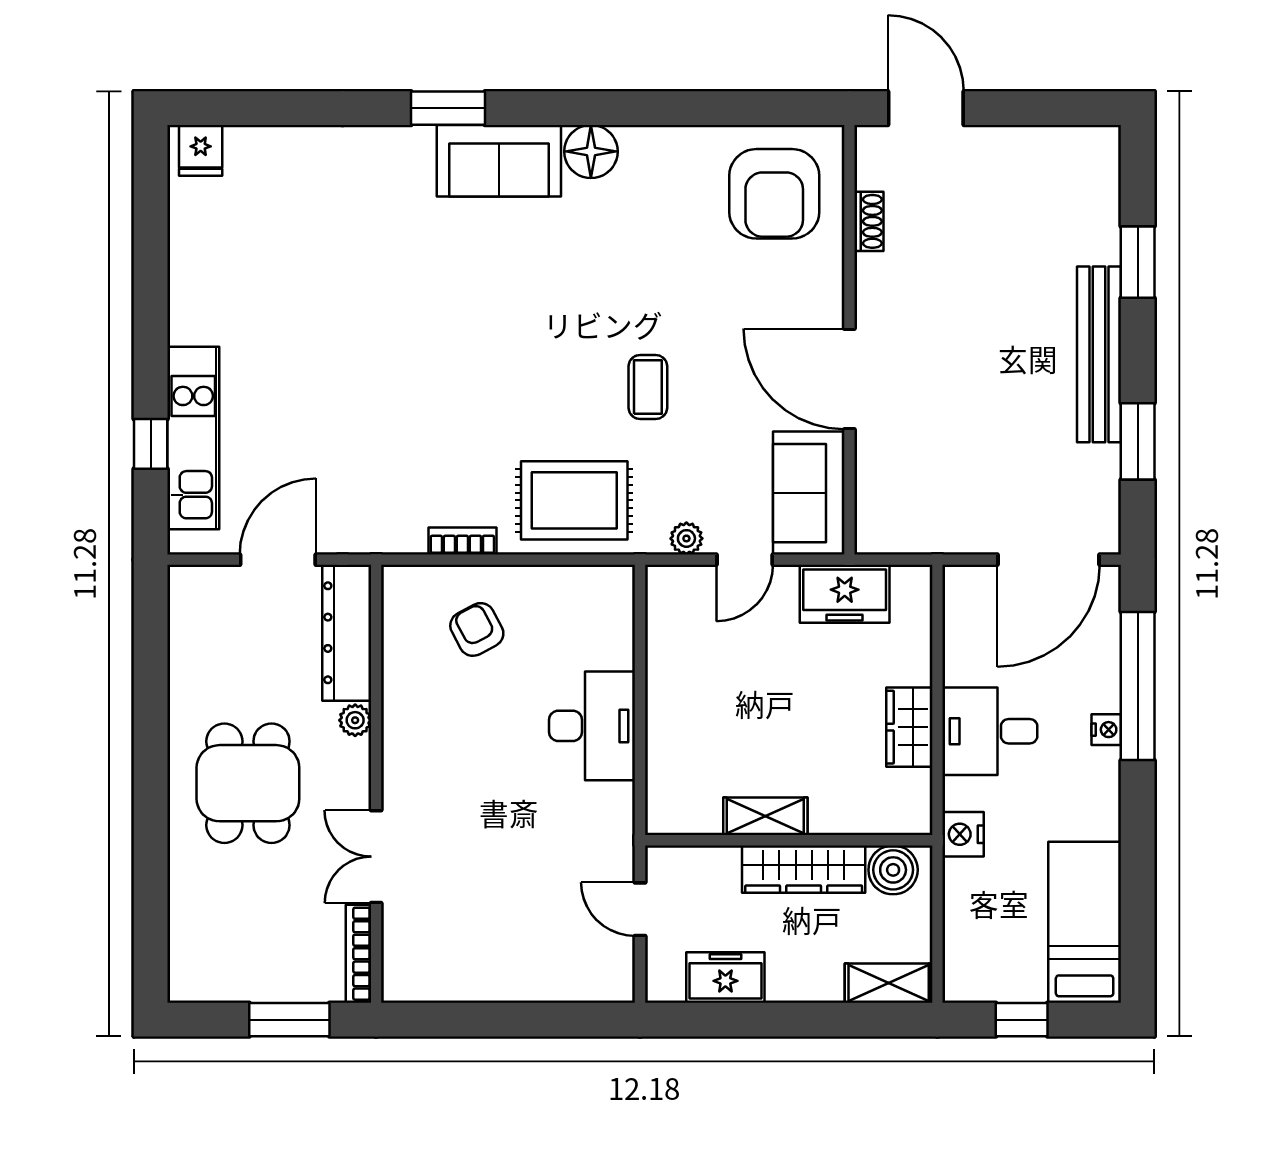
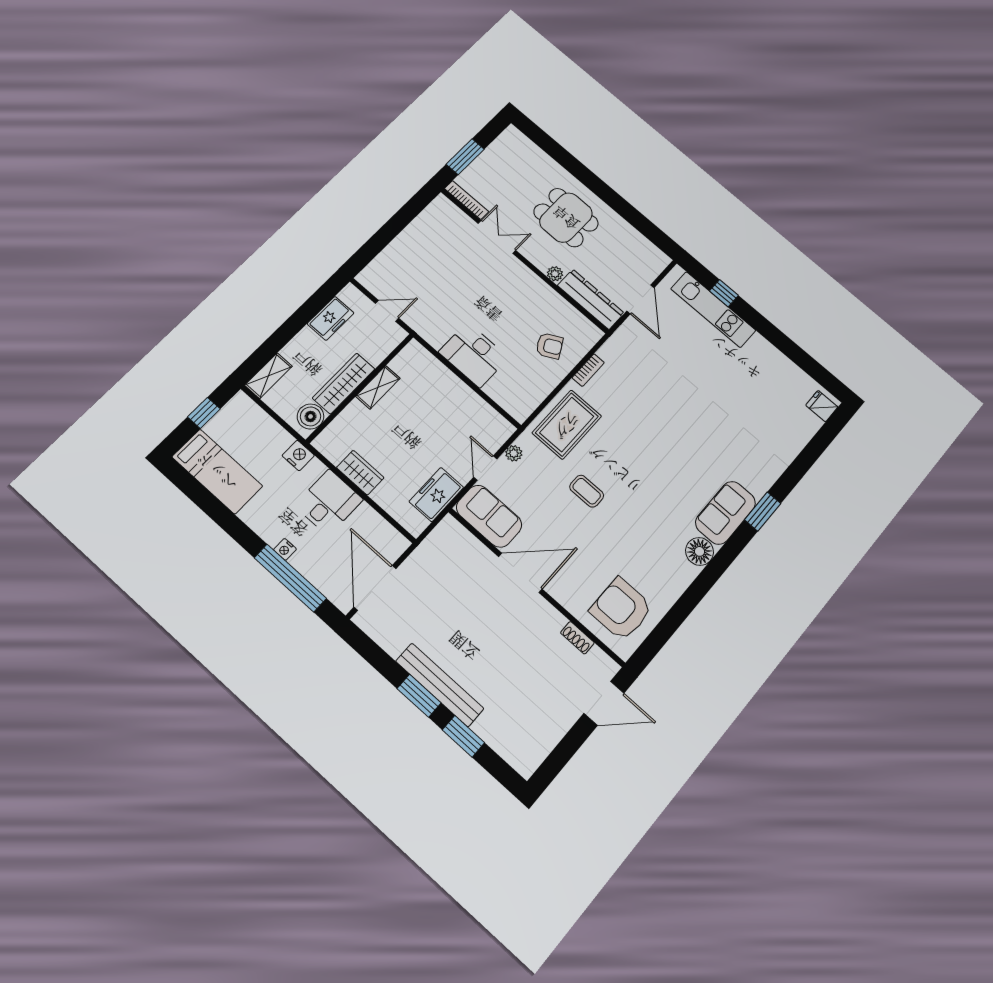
window: (1138, 441) -> (419, 696), moved

